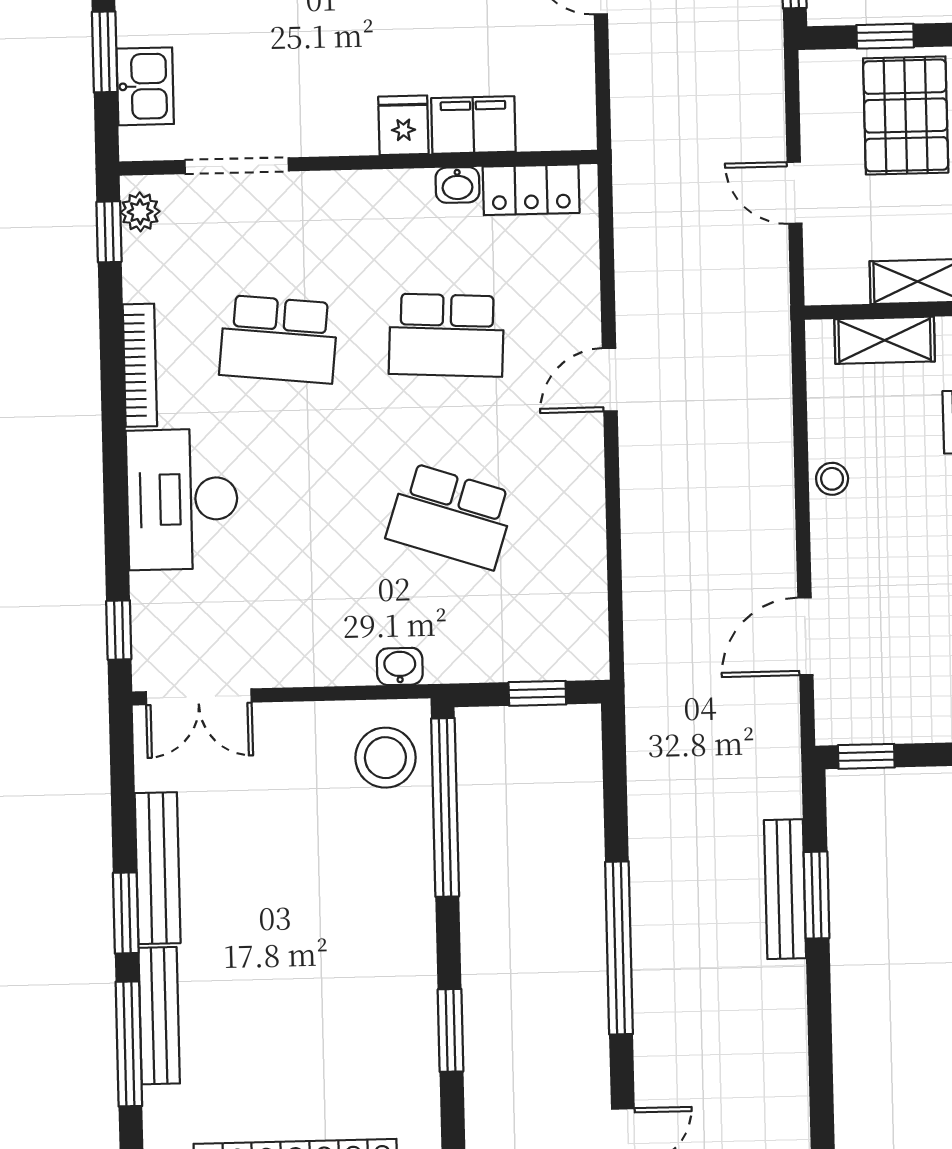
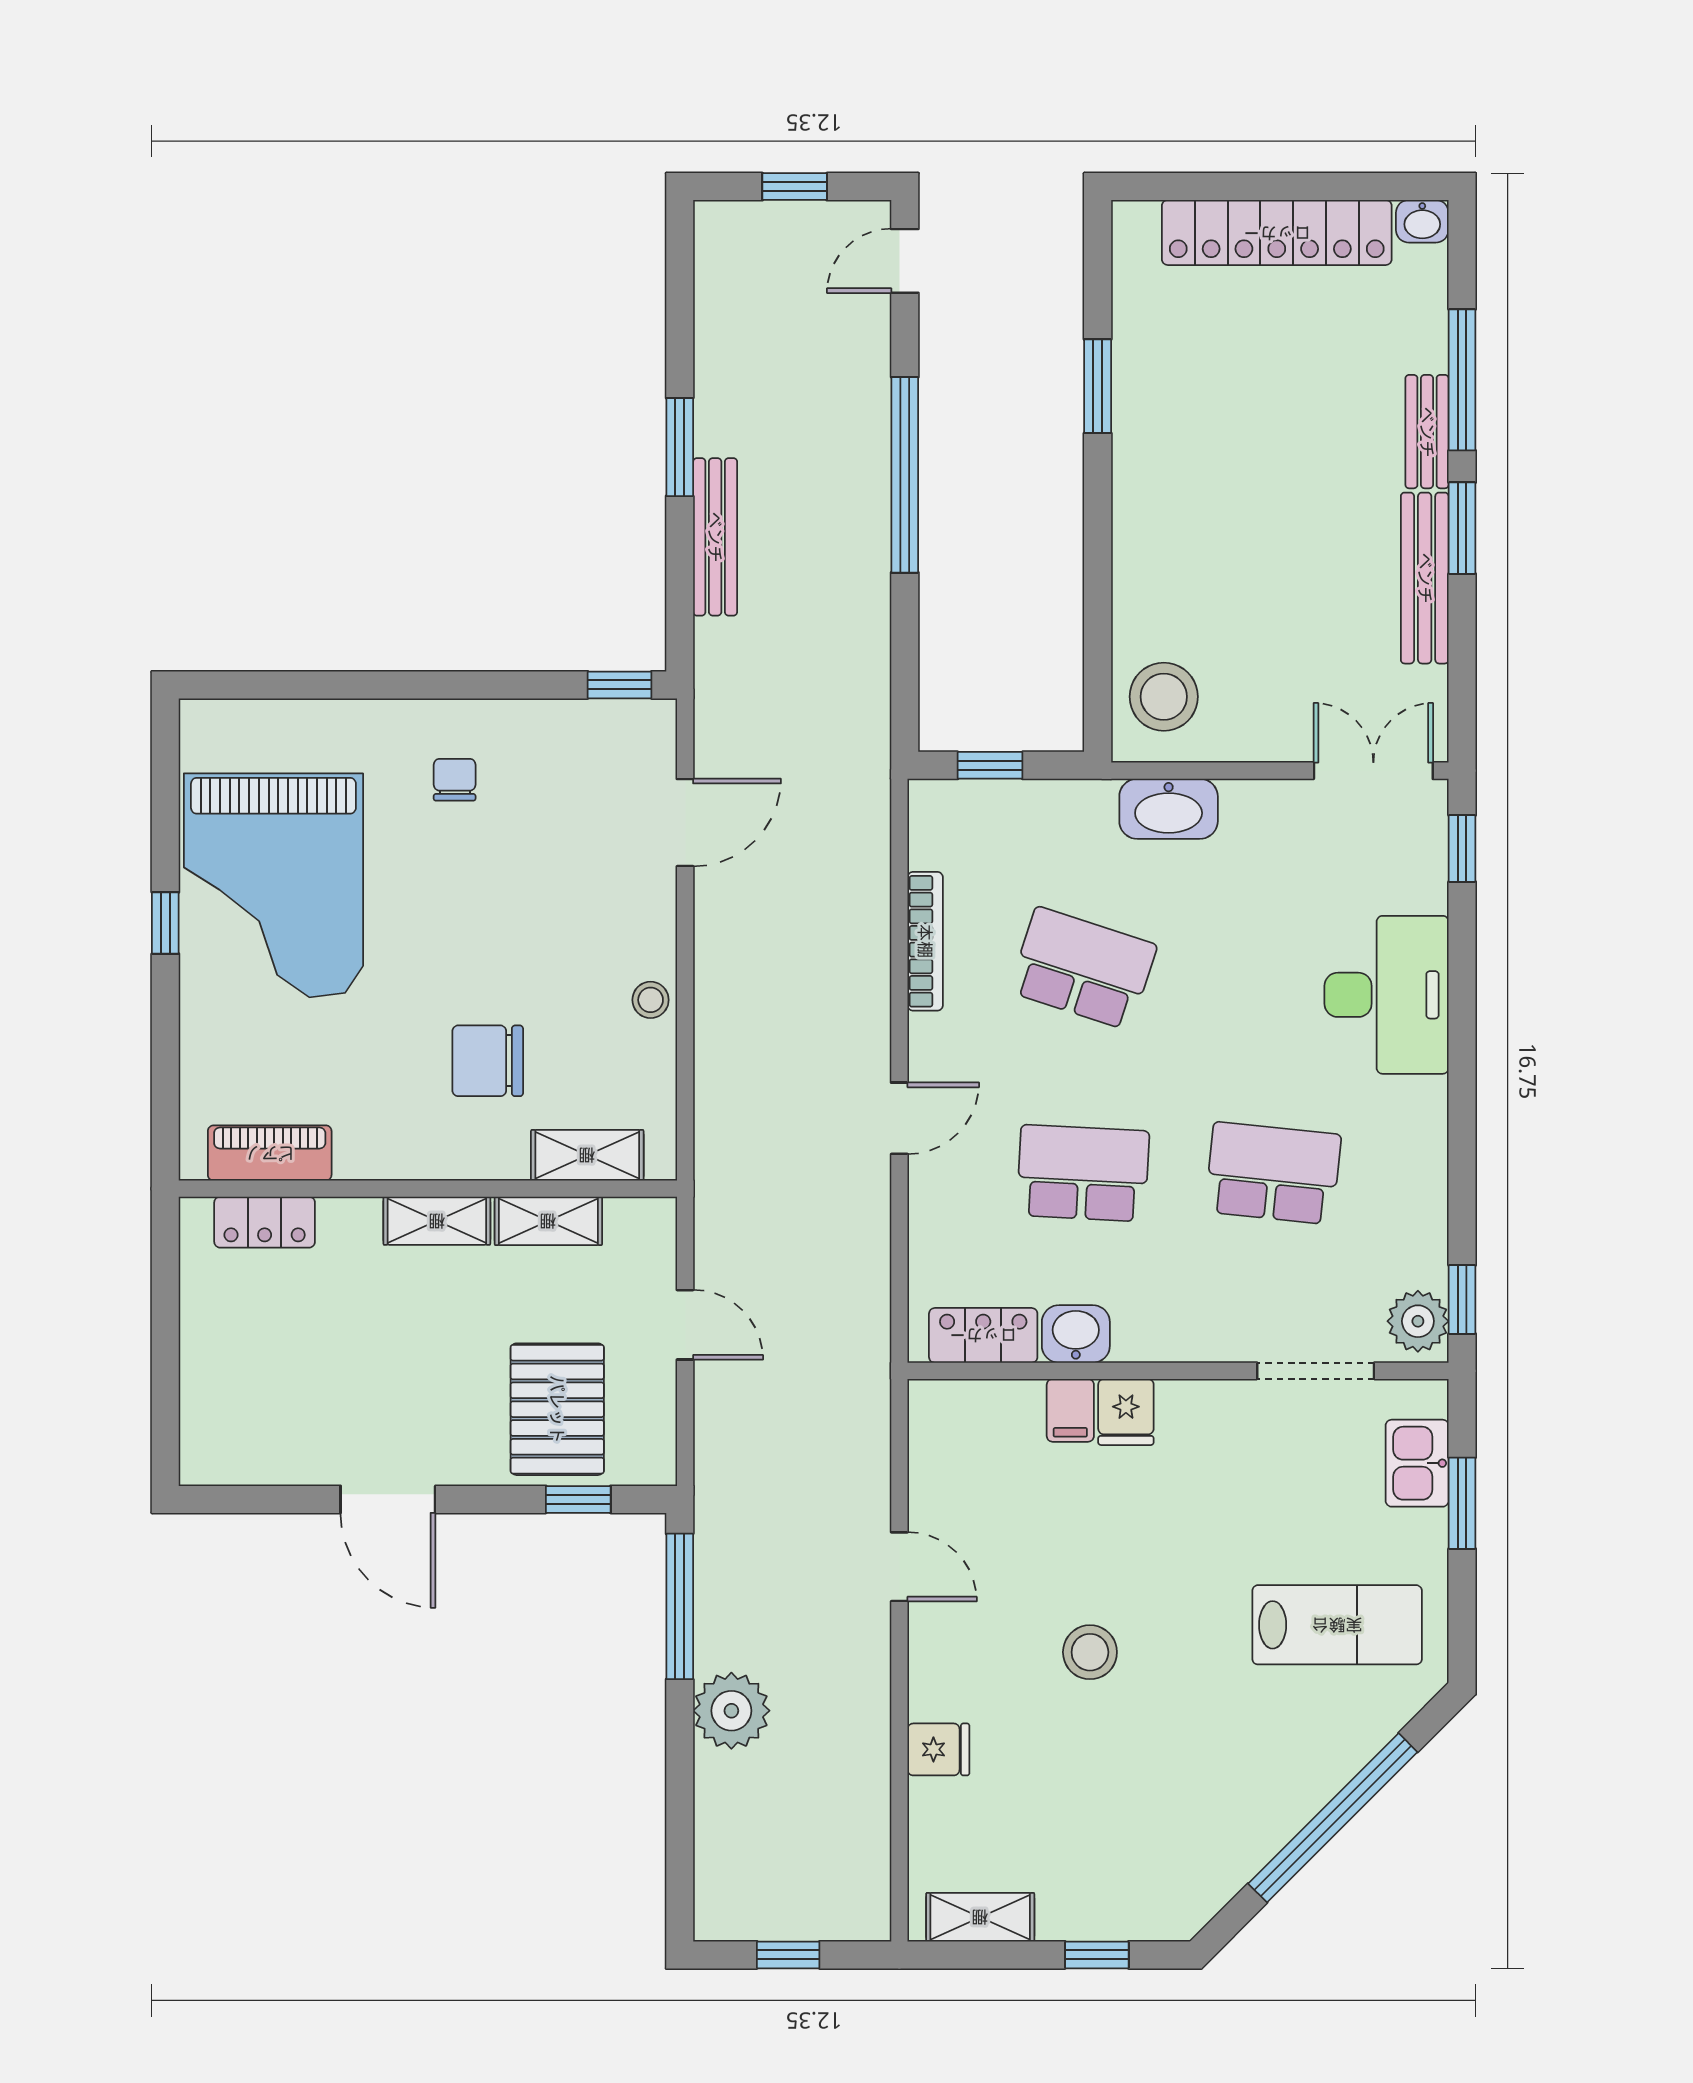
filing cabinet: (473, 125) -> (1070, 1410), width x0.50
washbasin: (457, 185) -> (1076, 1334), width x1.38, depth x1.45
plant: (140, 212) -> (1418, 1321), width x1.38, depth x1.38
bookcase: (140, 365) -> (925, 941), moved, turned 180
washbasin: (400, 666) -> (1169, 809), width x1.91, depth x1.45
window: (445, 807) -> (1098, 639), removed
window: (816, 895) -> (680, 447), moved
bench: (159, 1016) -> (1427, 432), width x0.73

